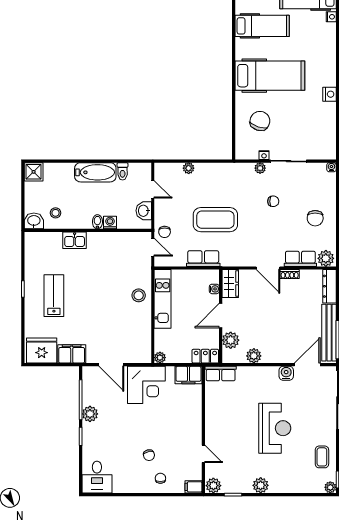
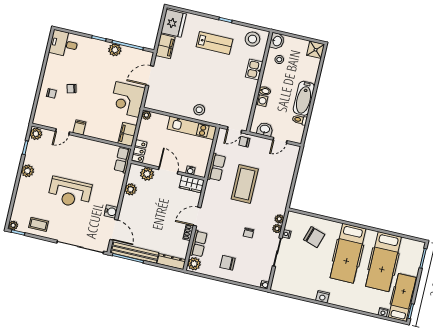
hospital bed: (262, 26) -> (383, 262), width x1.37, depth x1.29
plant: (189, 168) -> (279, 219), moved
stool: (38, 251) -> (252, 39), added
filing cabinet: (193, 487) -> (79, 127), moved

